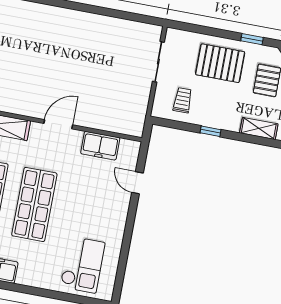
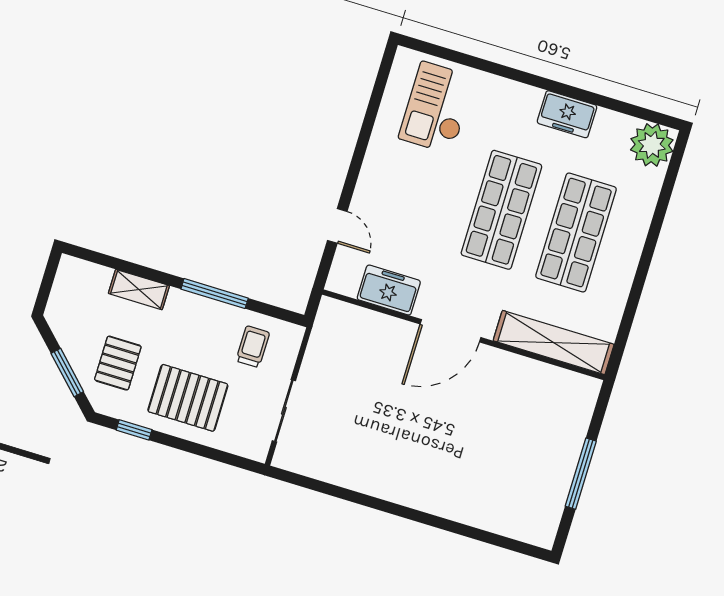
trolley: (183, 100) -> (253, 347), turned 180
door: (58, 124) -> (450, 331), width x1.36
window: (211, 131) -> (215, 294), width x2.17

